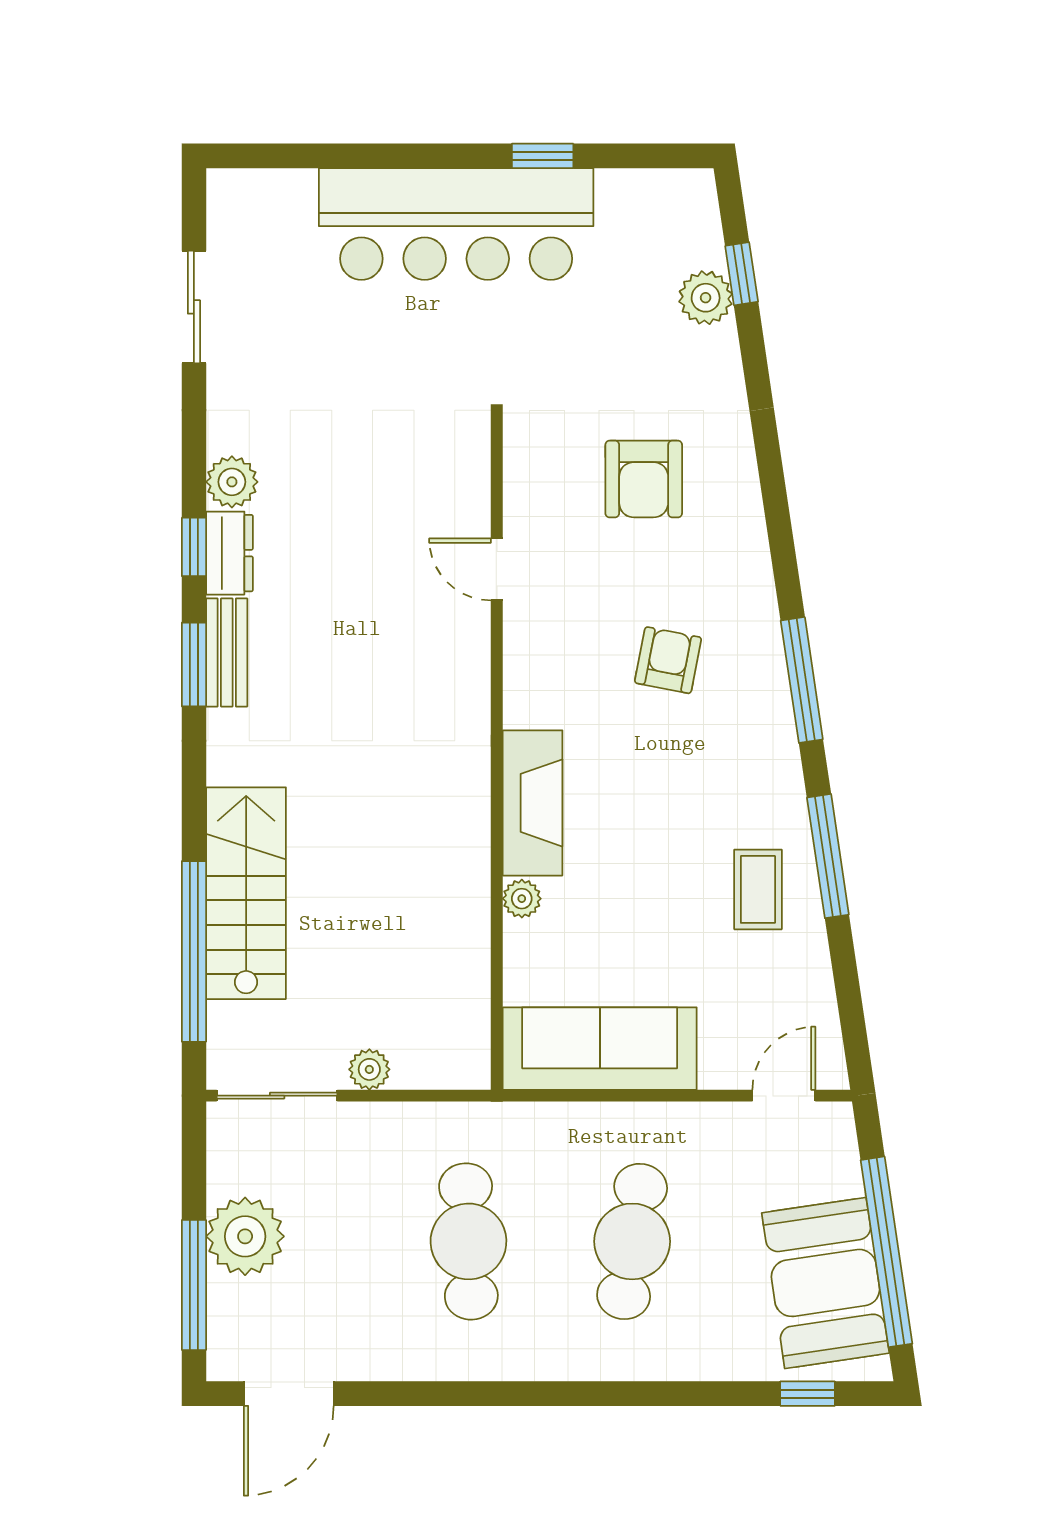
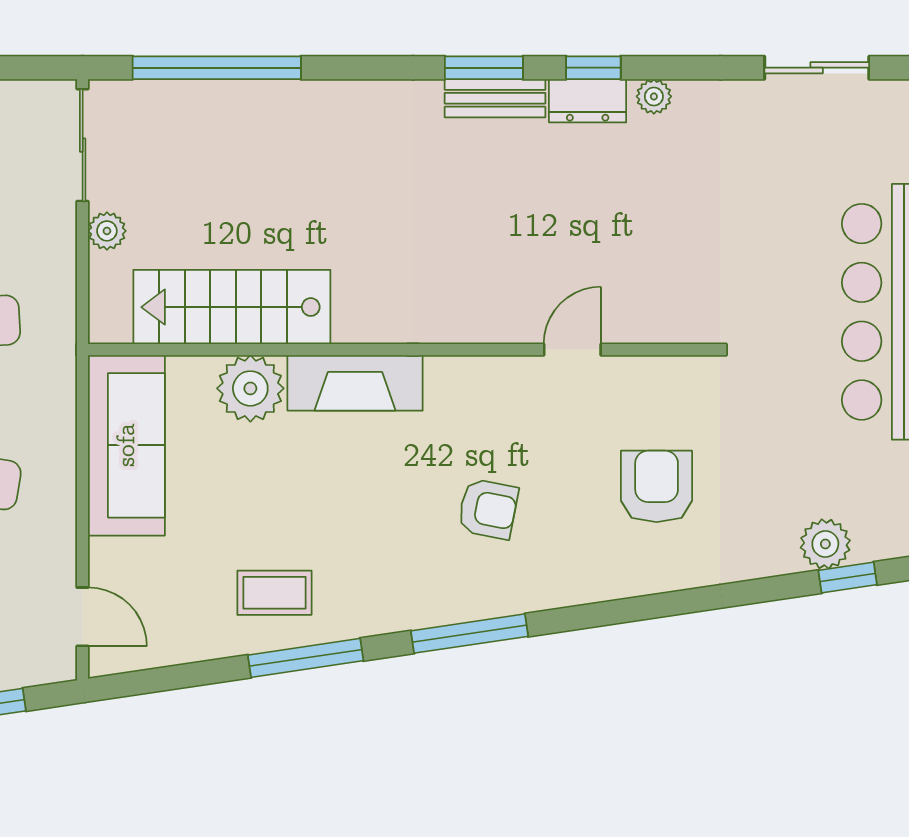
armchair: (644, 479) -> (657, 486), turned 90
plant: (232, 482) -> (654, 96), width x0.73, depth x0.73
stairs: (246, 893) -> (232, 307), moved, turned 180
plant: (522, 899) -> (250, 388), width x1.88, depth x1.88

